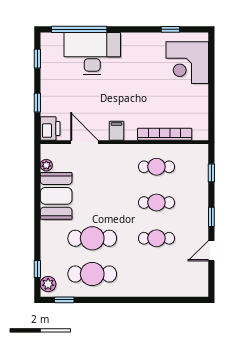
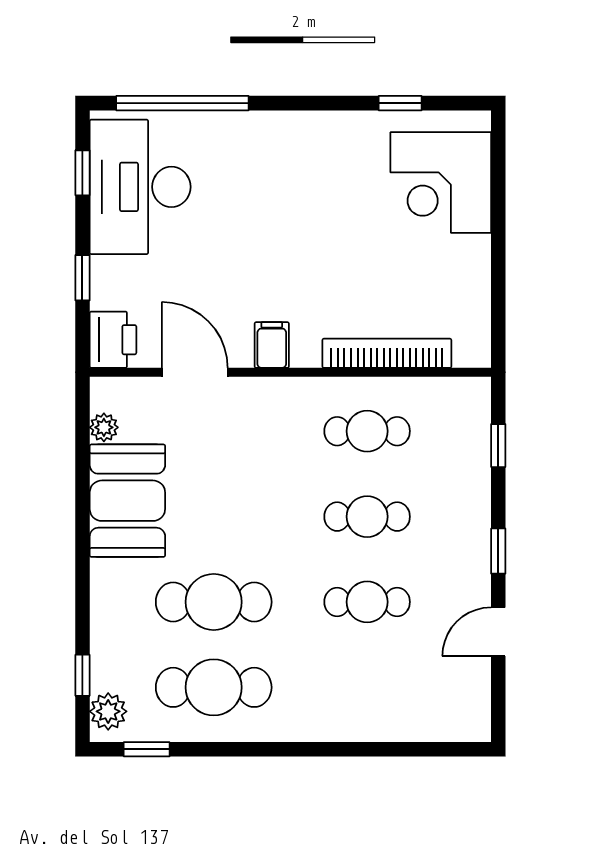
desk: (92, 54) -> (140, 187), moved, turned -90

